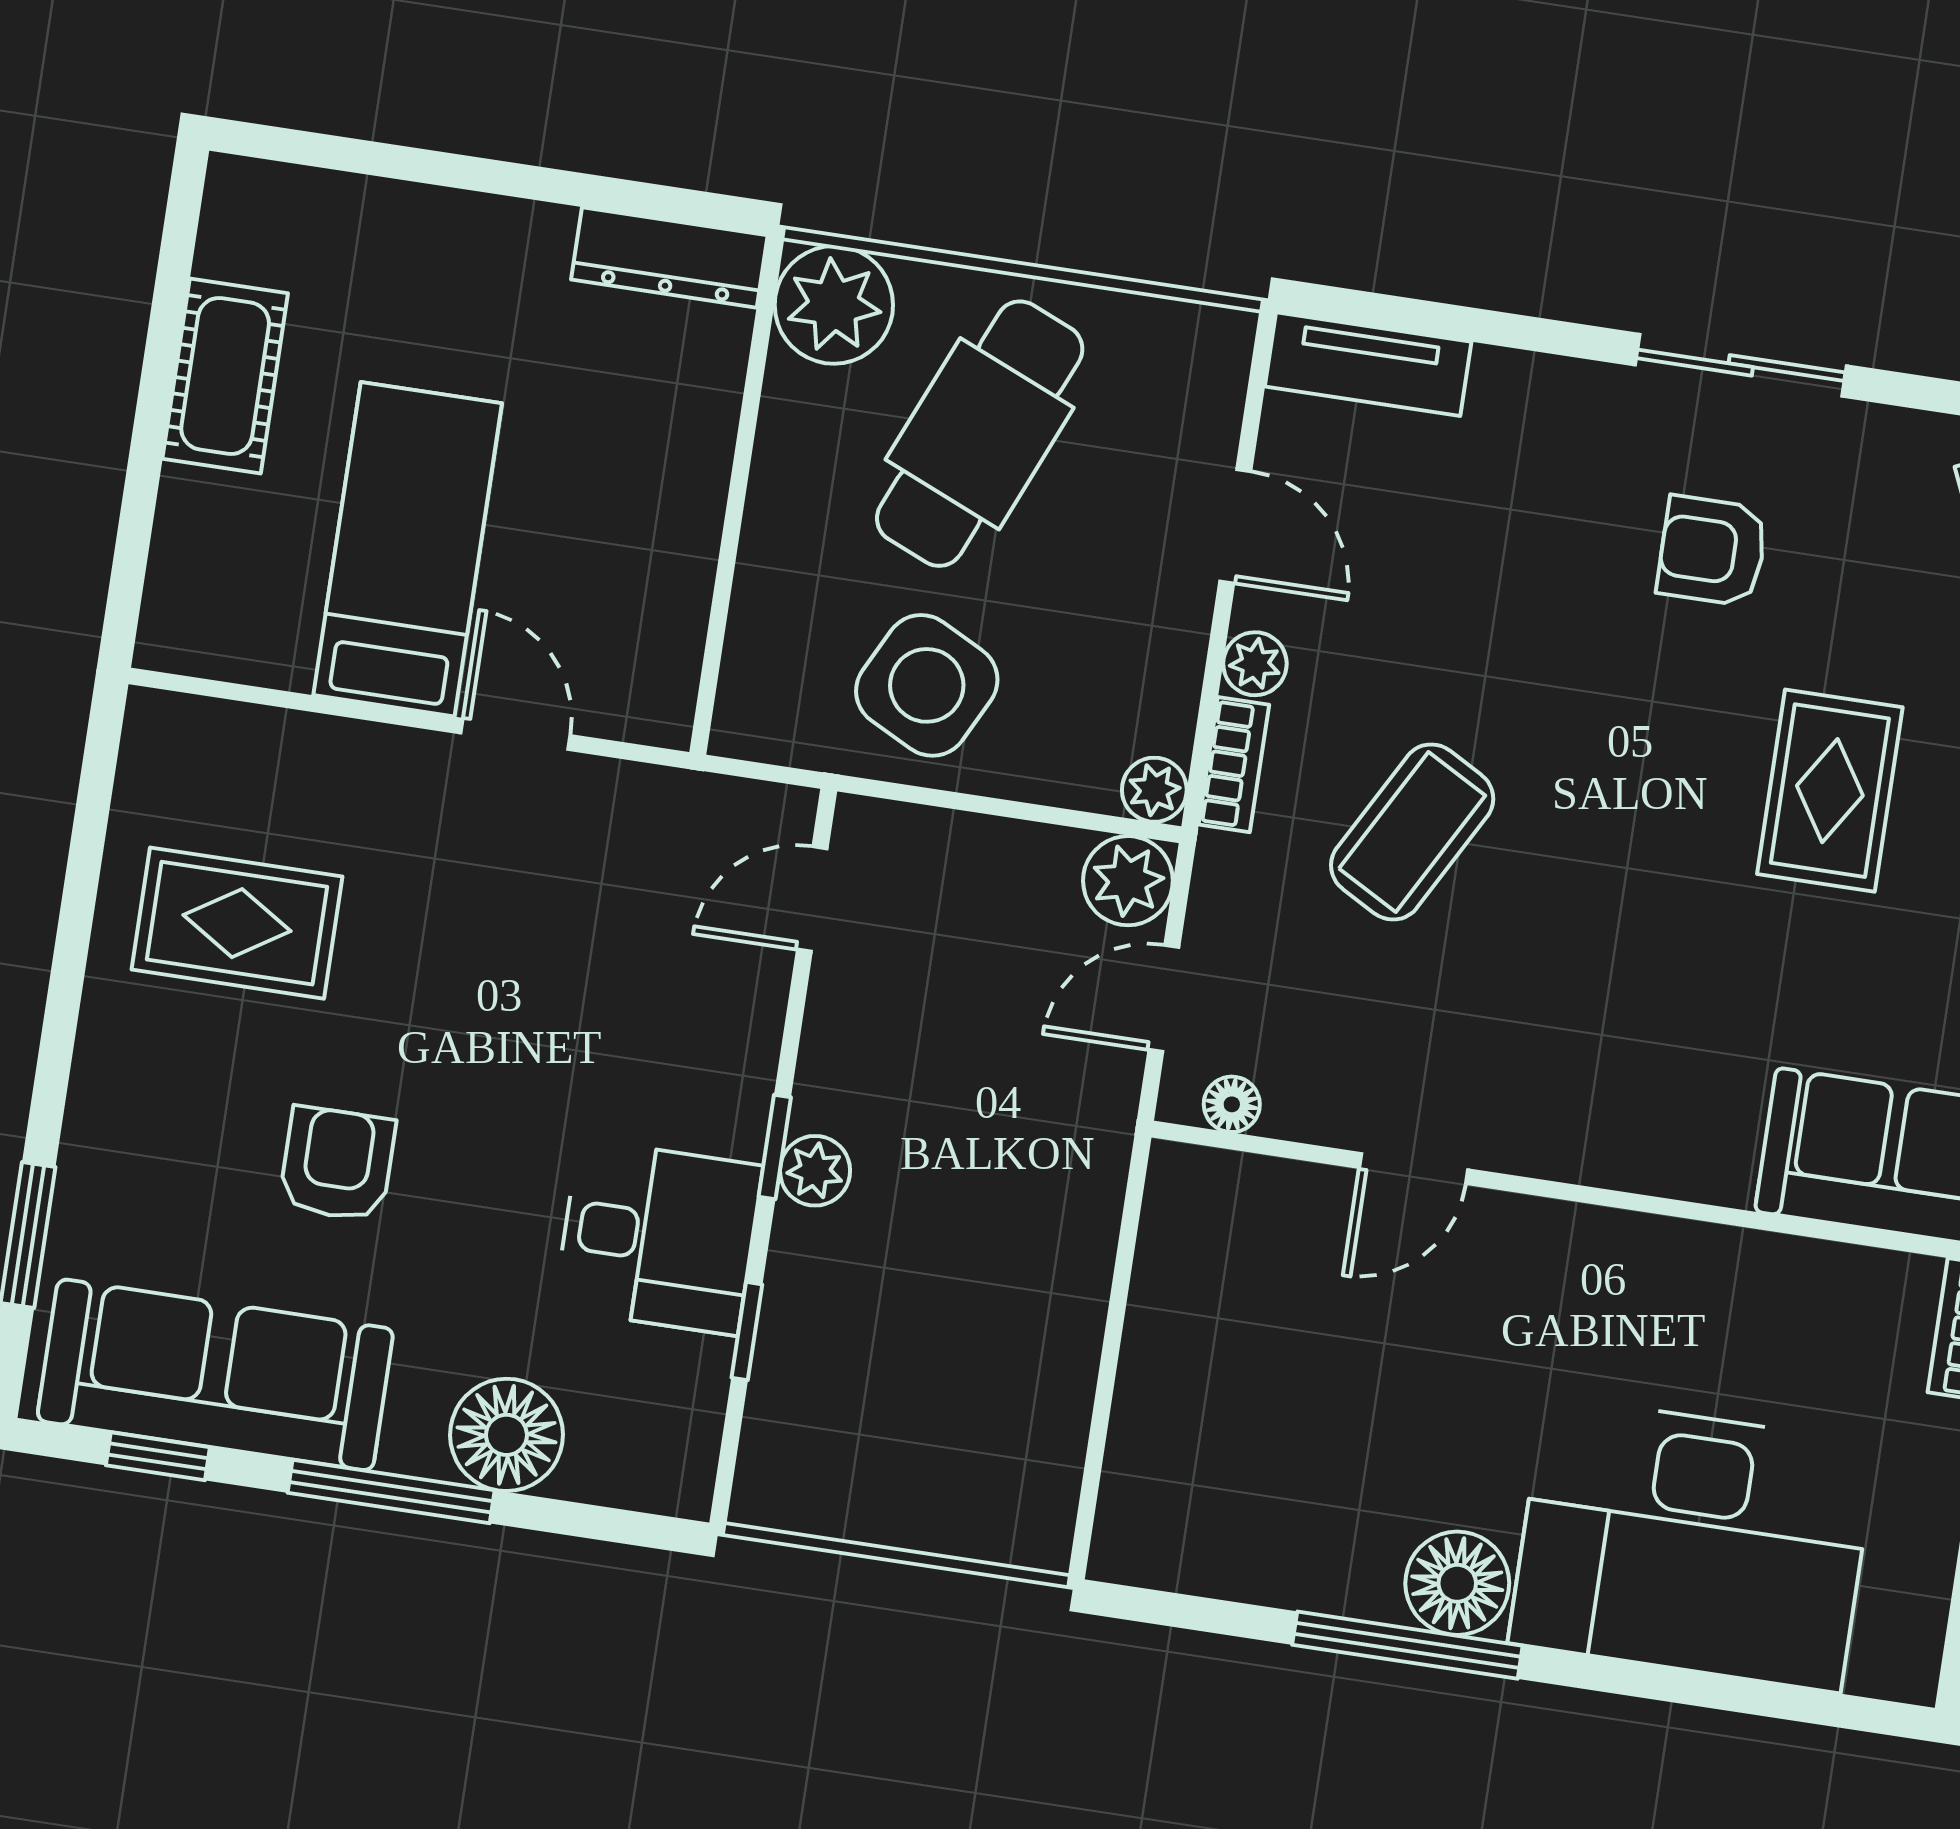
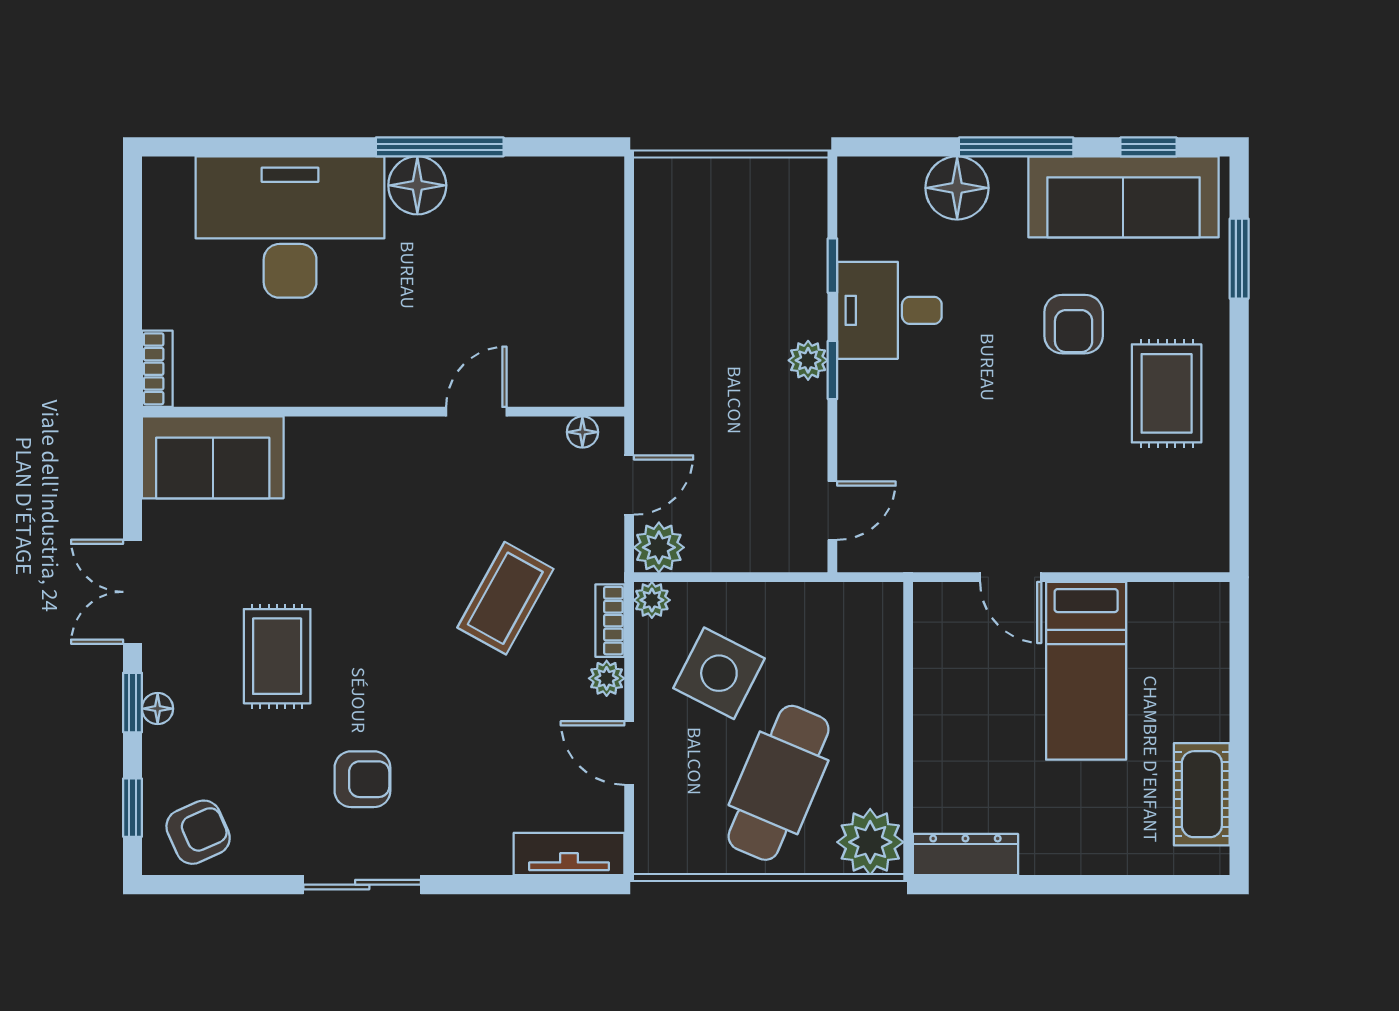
cot: (225, 376) -> (1202, 794), moved
side table: (927, 685) -> (719, 673), moved
rug: (237, 923) -> (1167, 393), moved, turned 90

